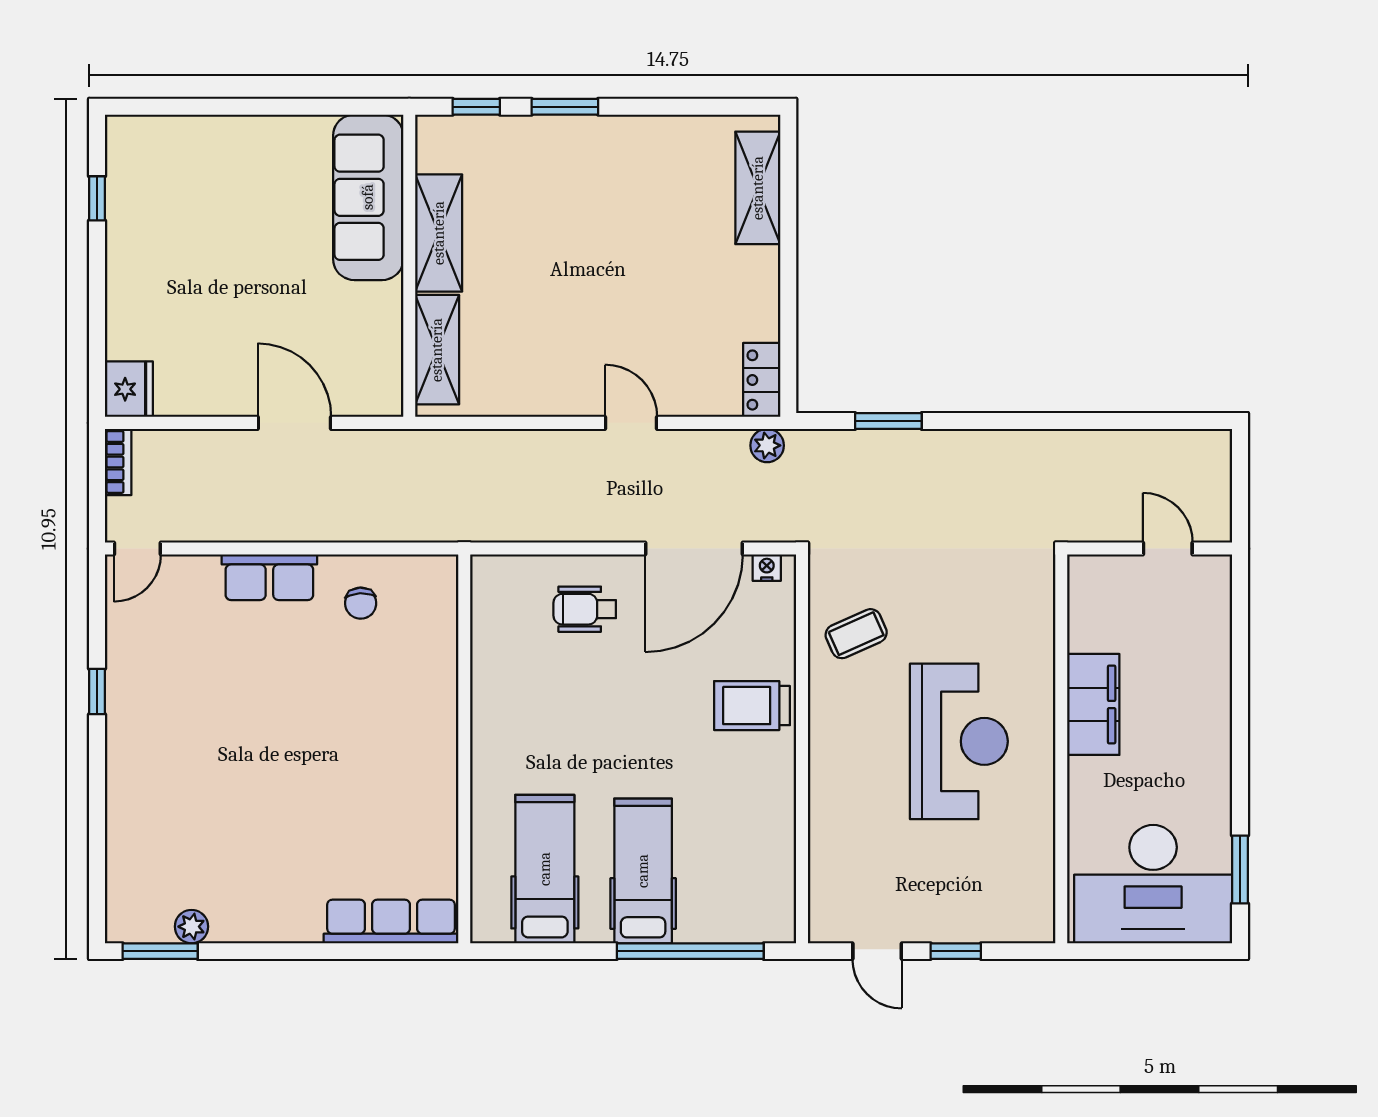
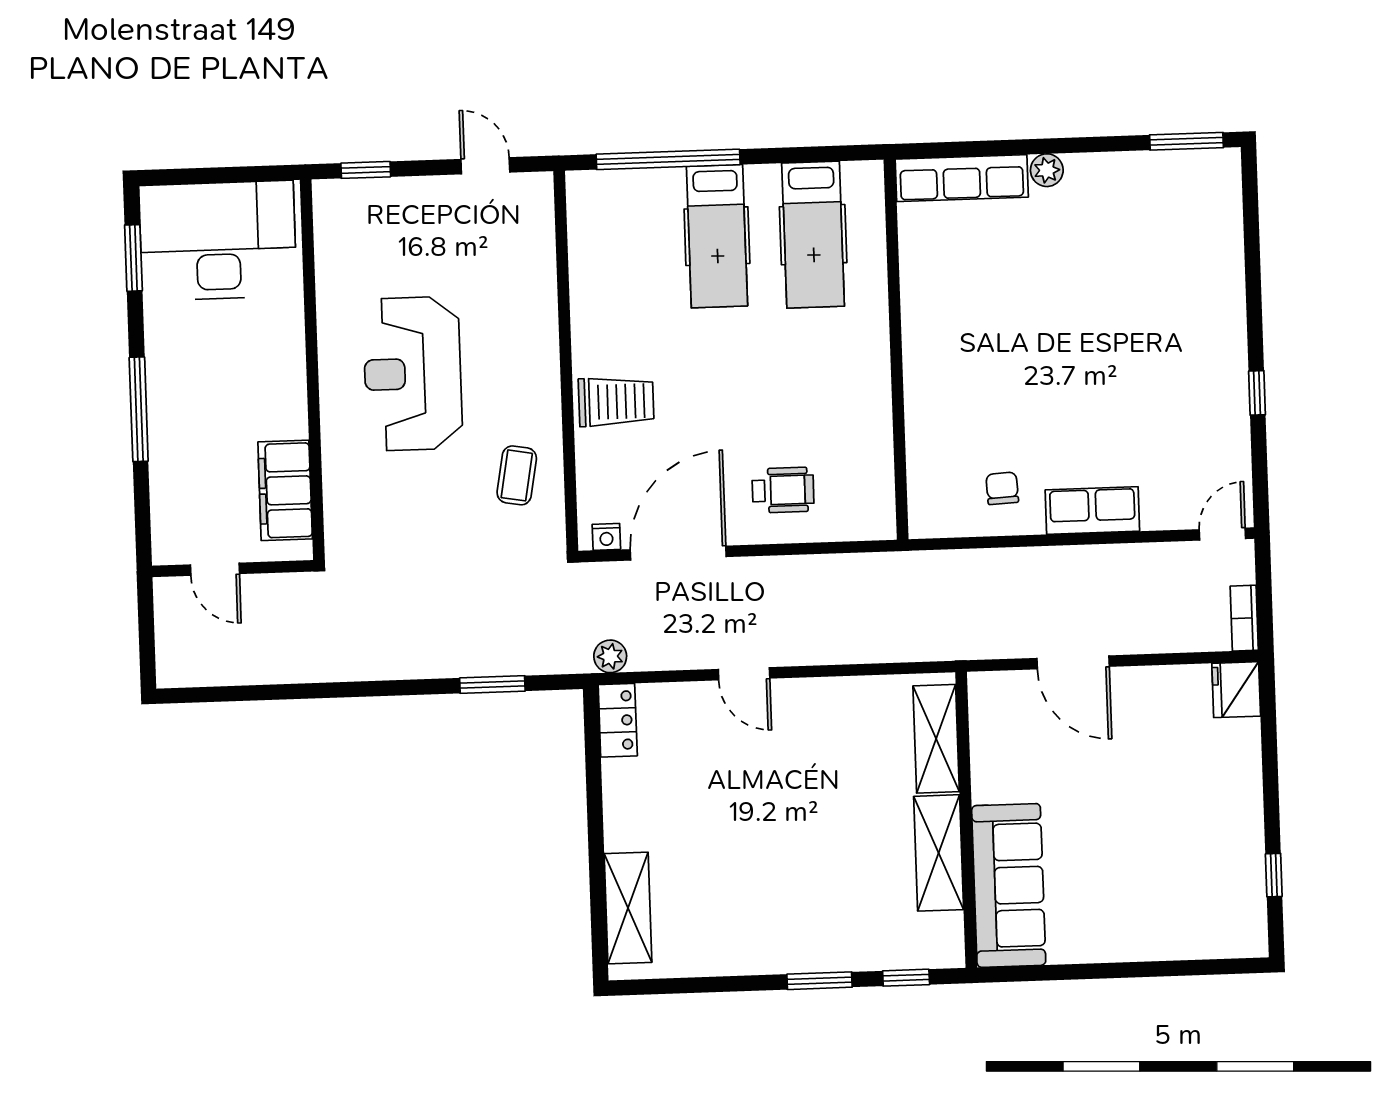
coffee table: (856, 634) -> (517, 475), turned -56
filing cabinet: (1093, 704) -> (285, 490), moved
window: (1240, 715) -> (139, 409), added
plant: (191, 927) -> (1047, 170), moved
window: (956, 951) -> (366, 170), moved

